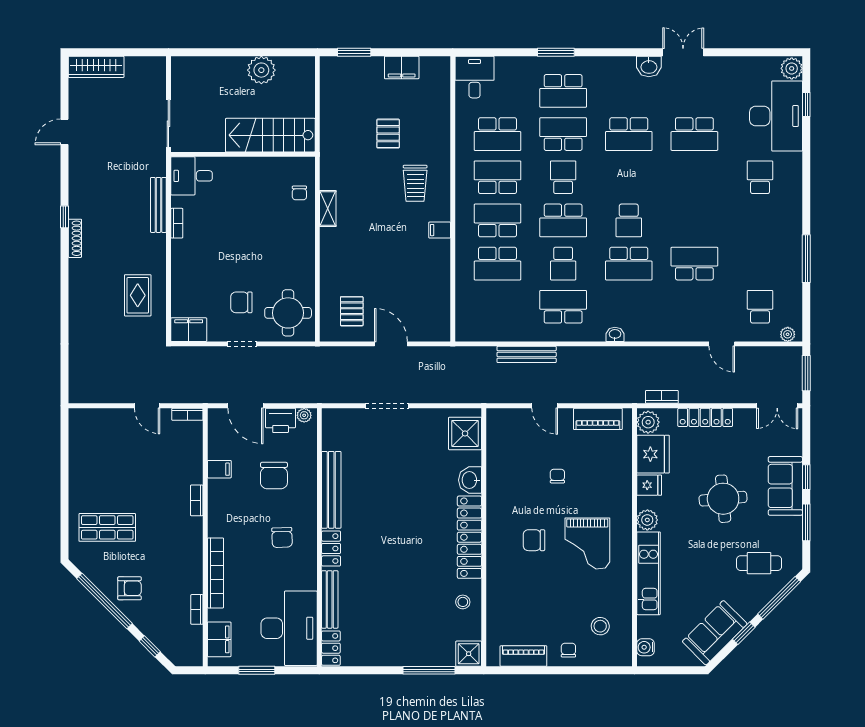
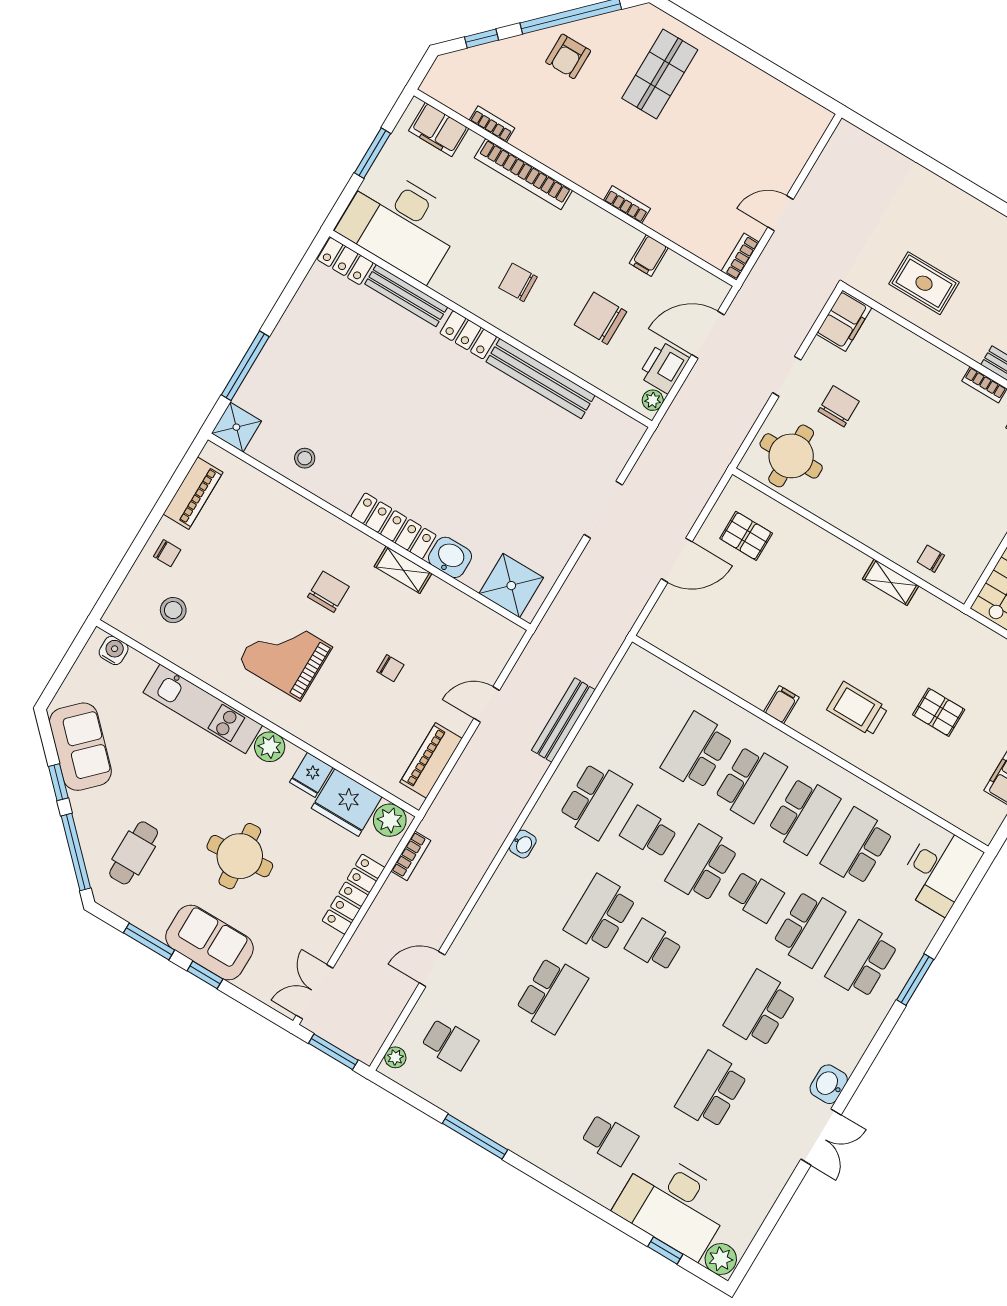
desk: (475, 77) -> (939, 870), width x1.37
shelving: (494, 504) -> (403, 570), added
locker: (469, 537) -> (394, 526), width x0.71, depth x0.83

